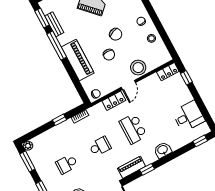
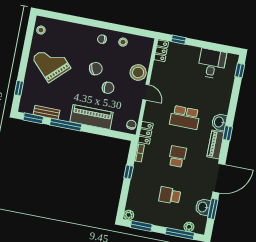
locker: (114, 101) -> (146, 133), moved
washbasin: (163, 150) -> (219, 122), moved
school desk: (67, 164) -> (170, 195), turned 90

